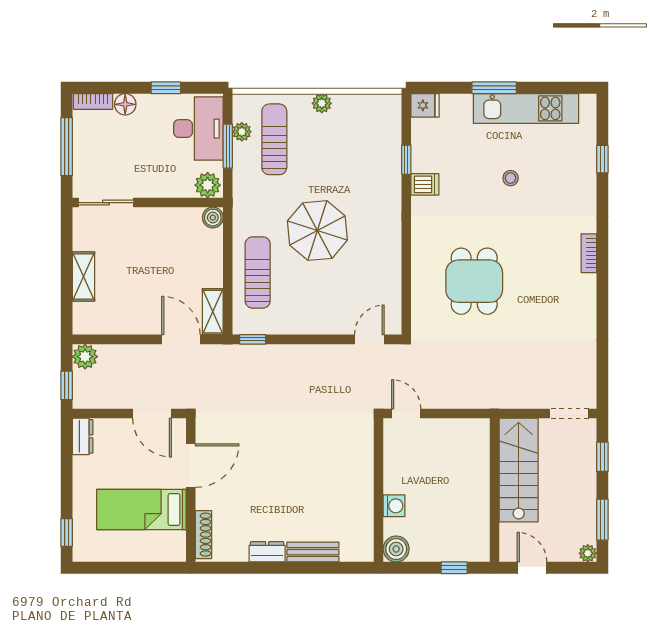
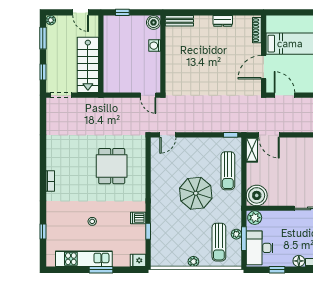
plant: (242, 132) -> (236, 234), moved
boiler: (213, 218) -> (257, 195), width x1.86, depth x1.86
bench: (313, 552) -> (179, 21), moved

